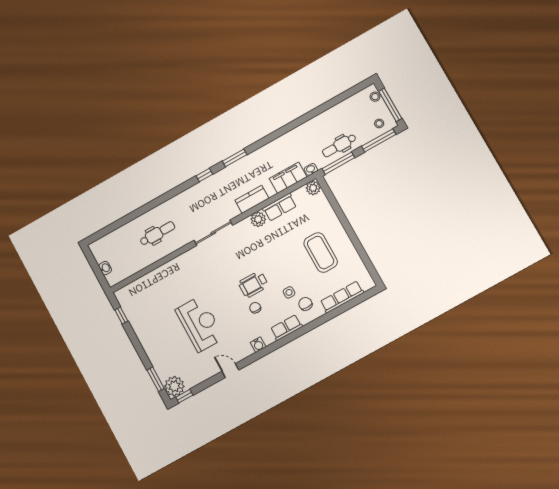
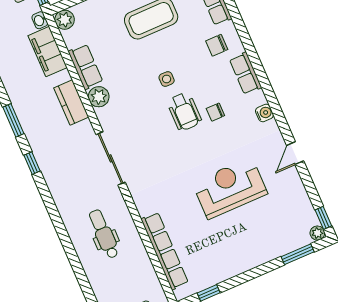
row of seats: (149, 280) -> (165, 251), added
side table: (289, 292) -> (167, 79), moved
plant: (174, 386) -> (317, 233), width x0.53, depth x0.53

